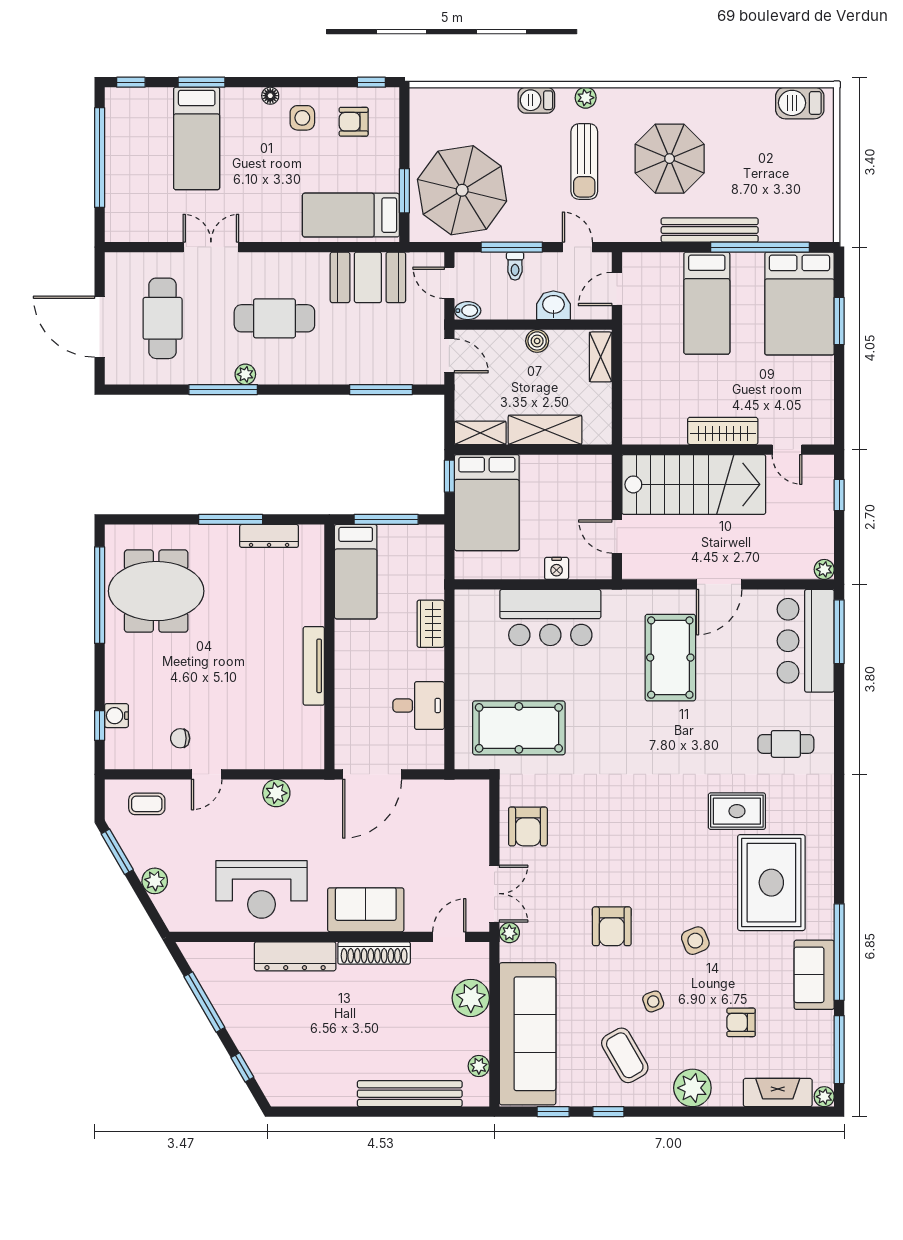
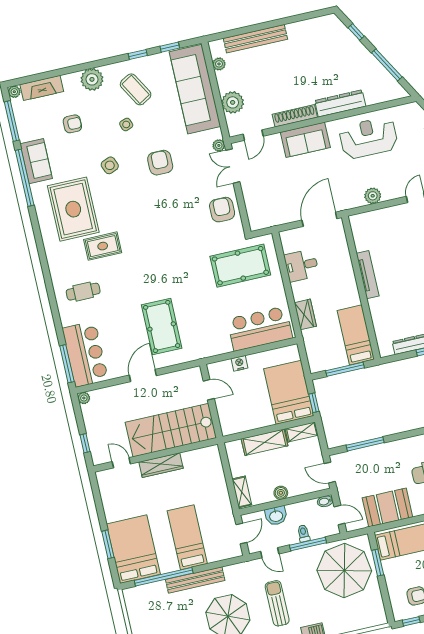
bar counter: (550, 618) -> (260, 329), moved

